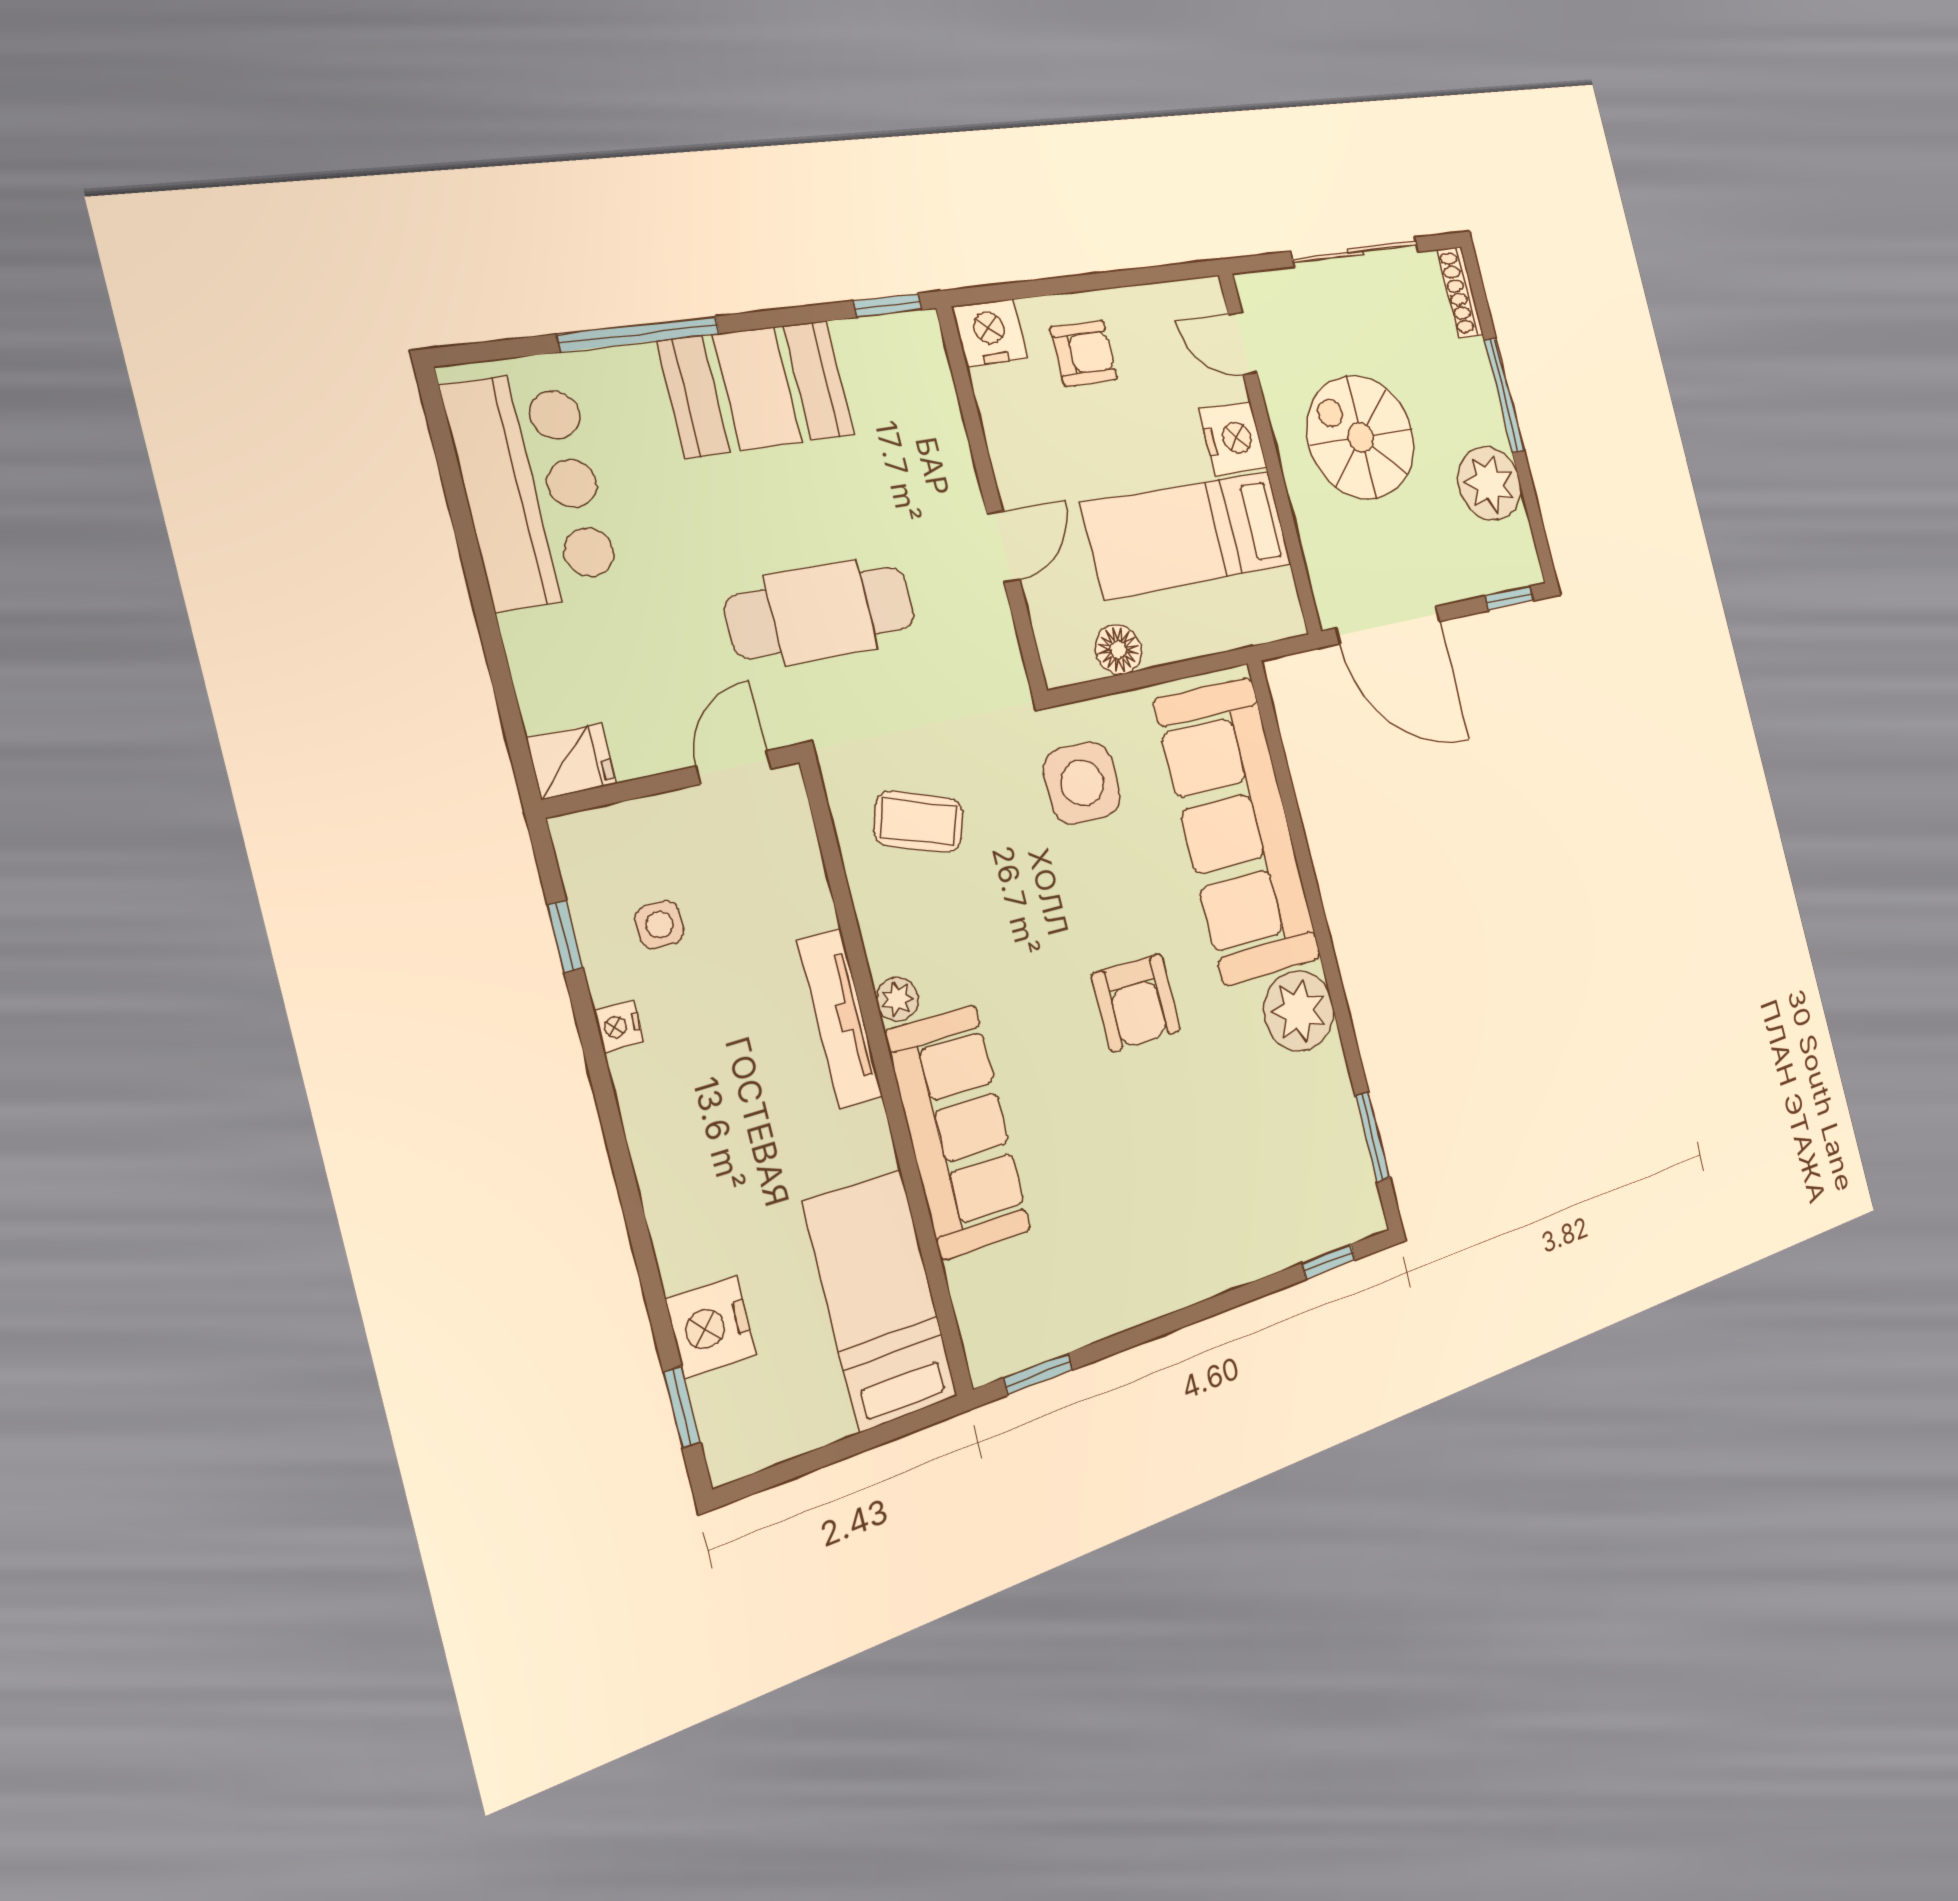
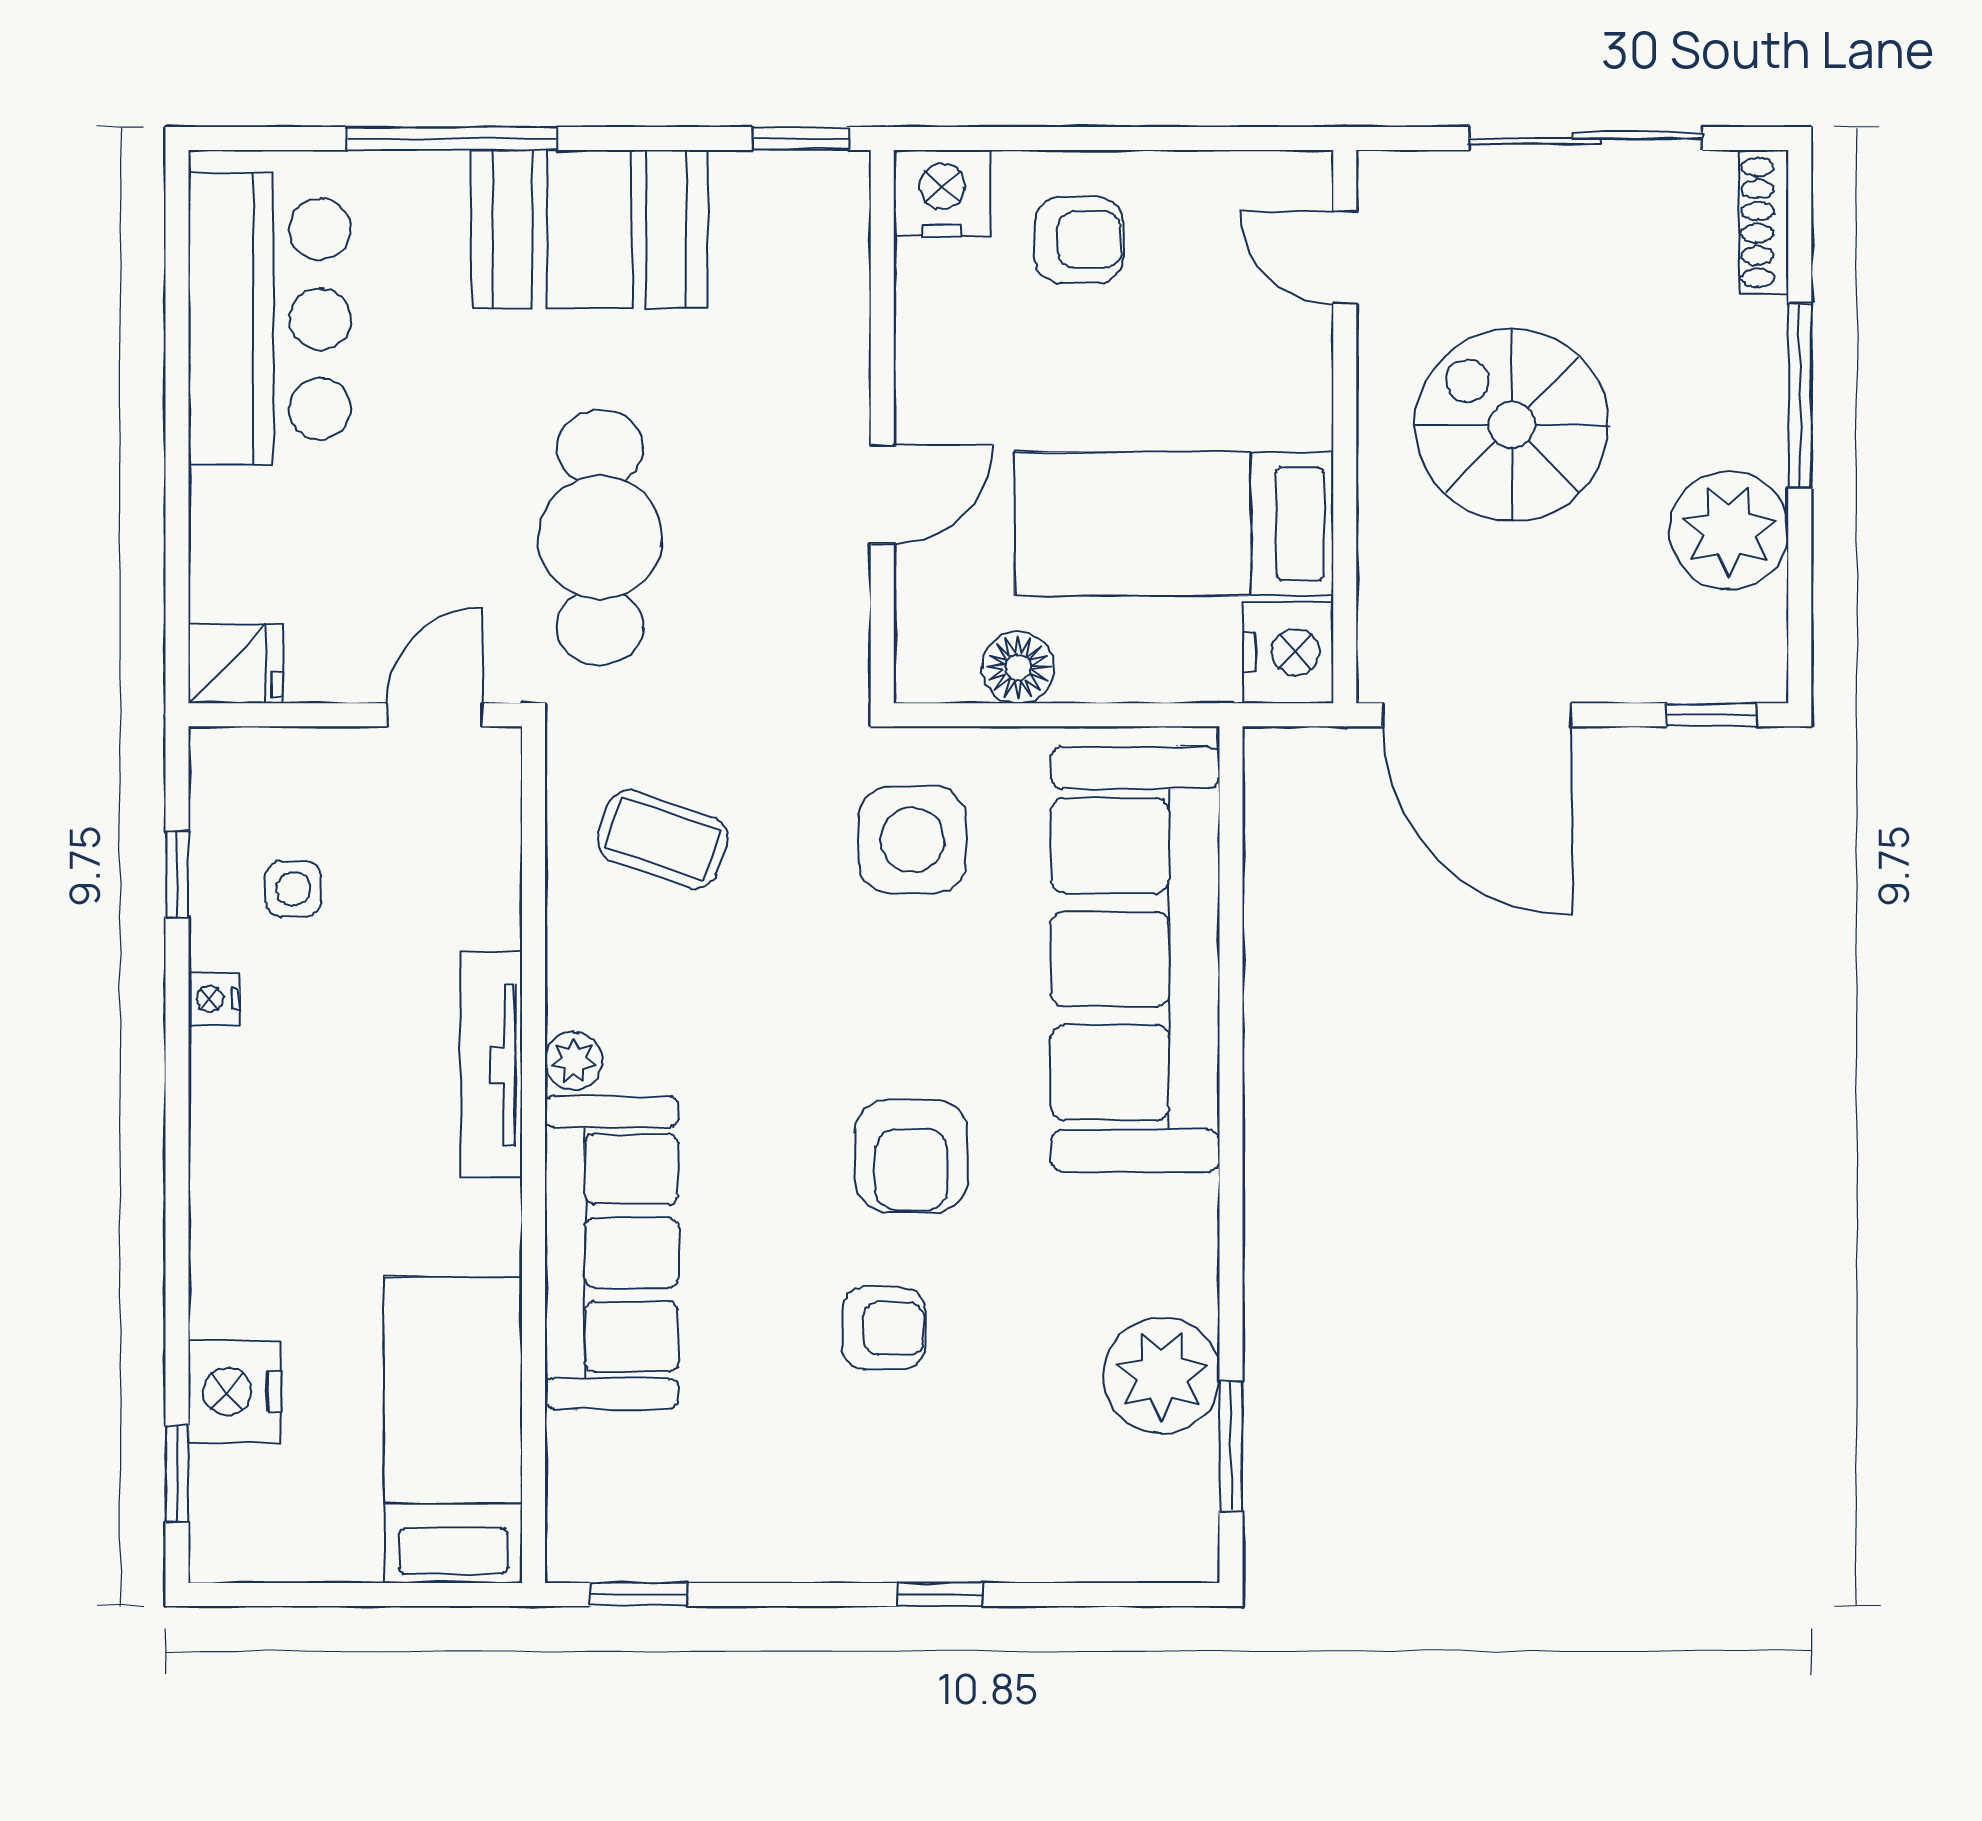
nightstand: (1233, 439) -> (1288, 652), moved
cafe table: (821, 612) -> (600, 537), turned 90
plant: (1299, 1011) -> (1162, 1375), moved
armchair: (1149, 1128) -> (884, 1328), added
window: (1329, 1262) -> (940, 1594), moved

